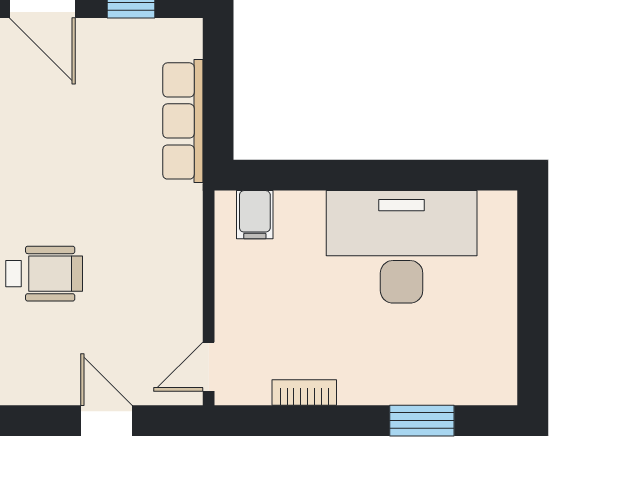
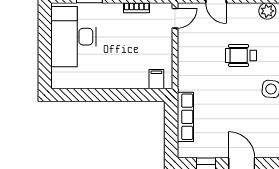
desk: (402, 247) -> (74, 37), moved, turned 90

